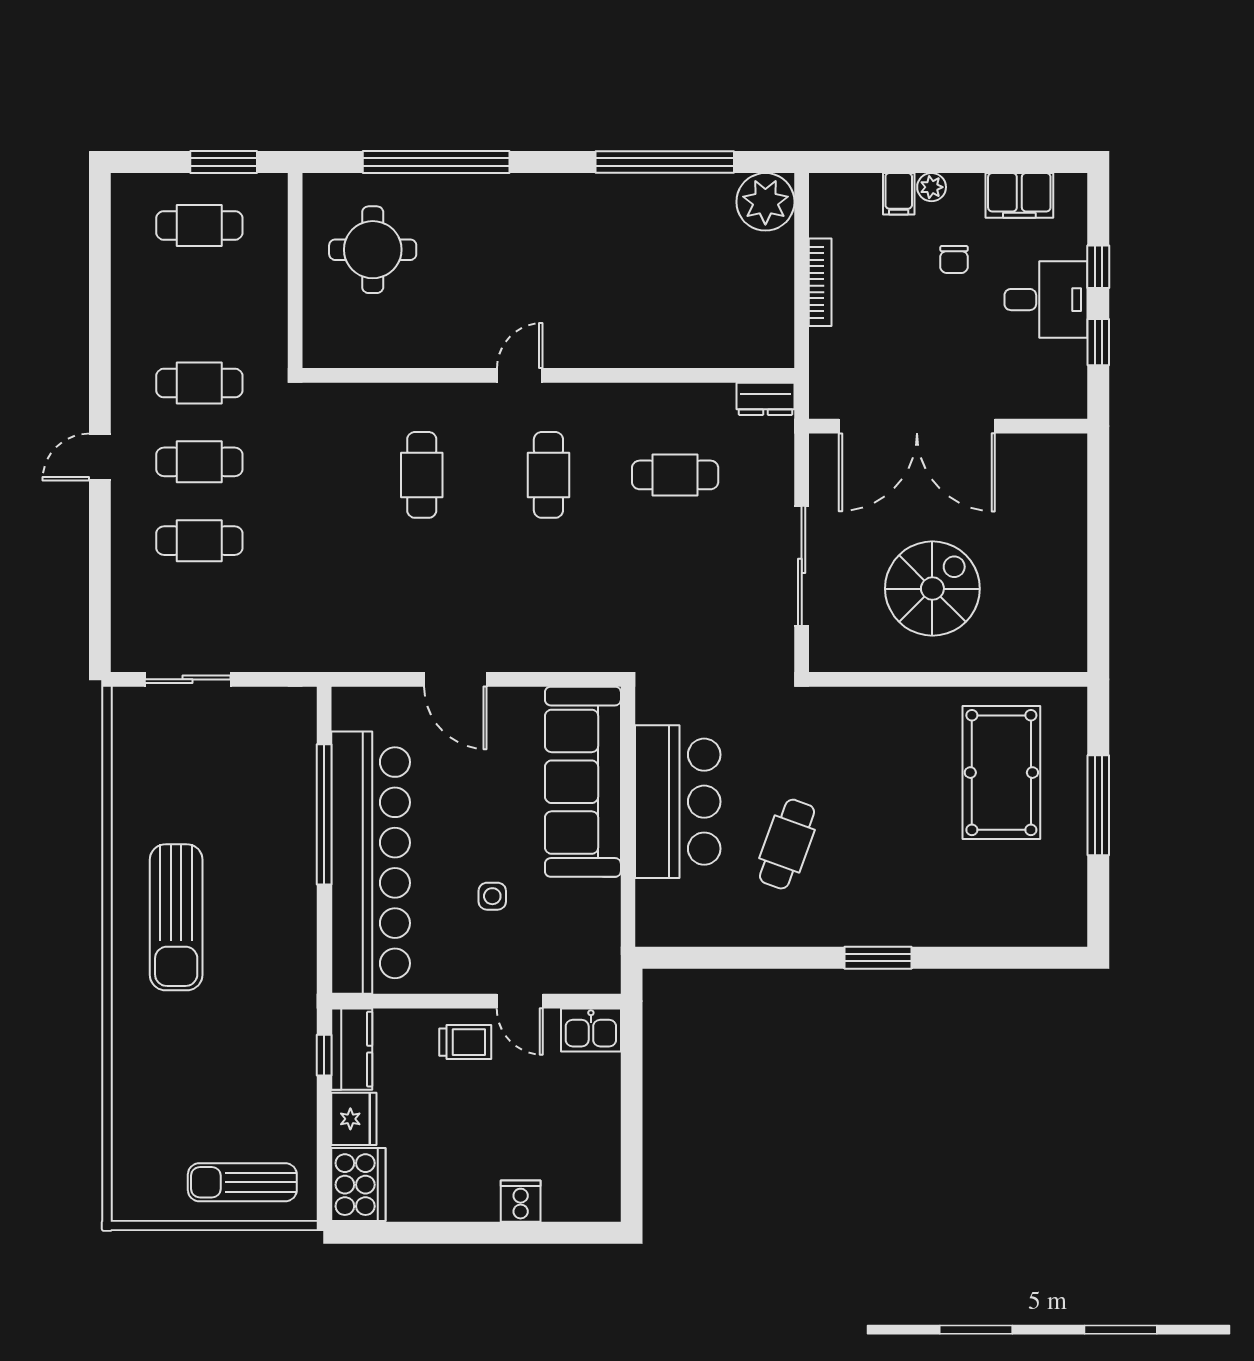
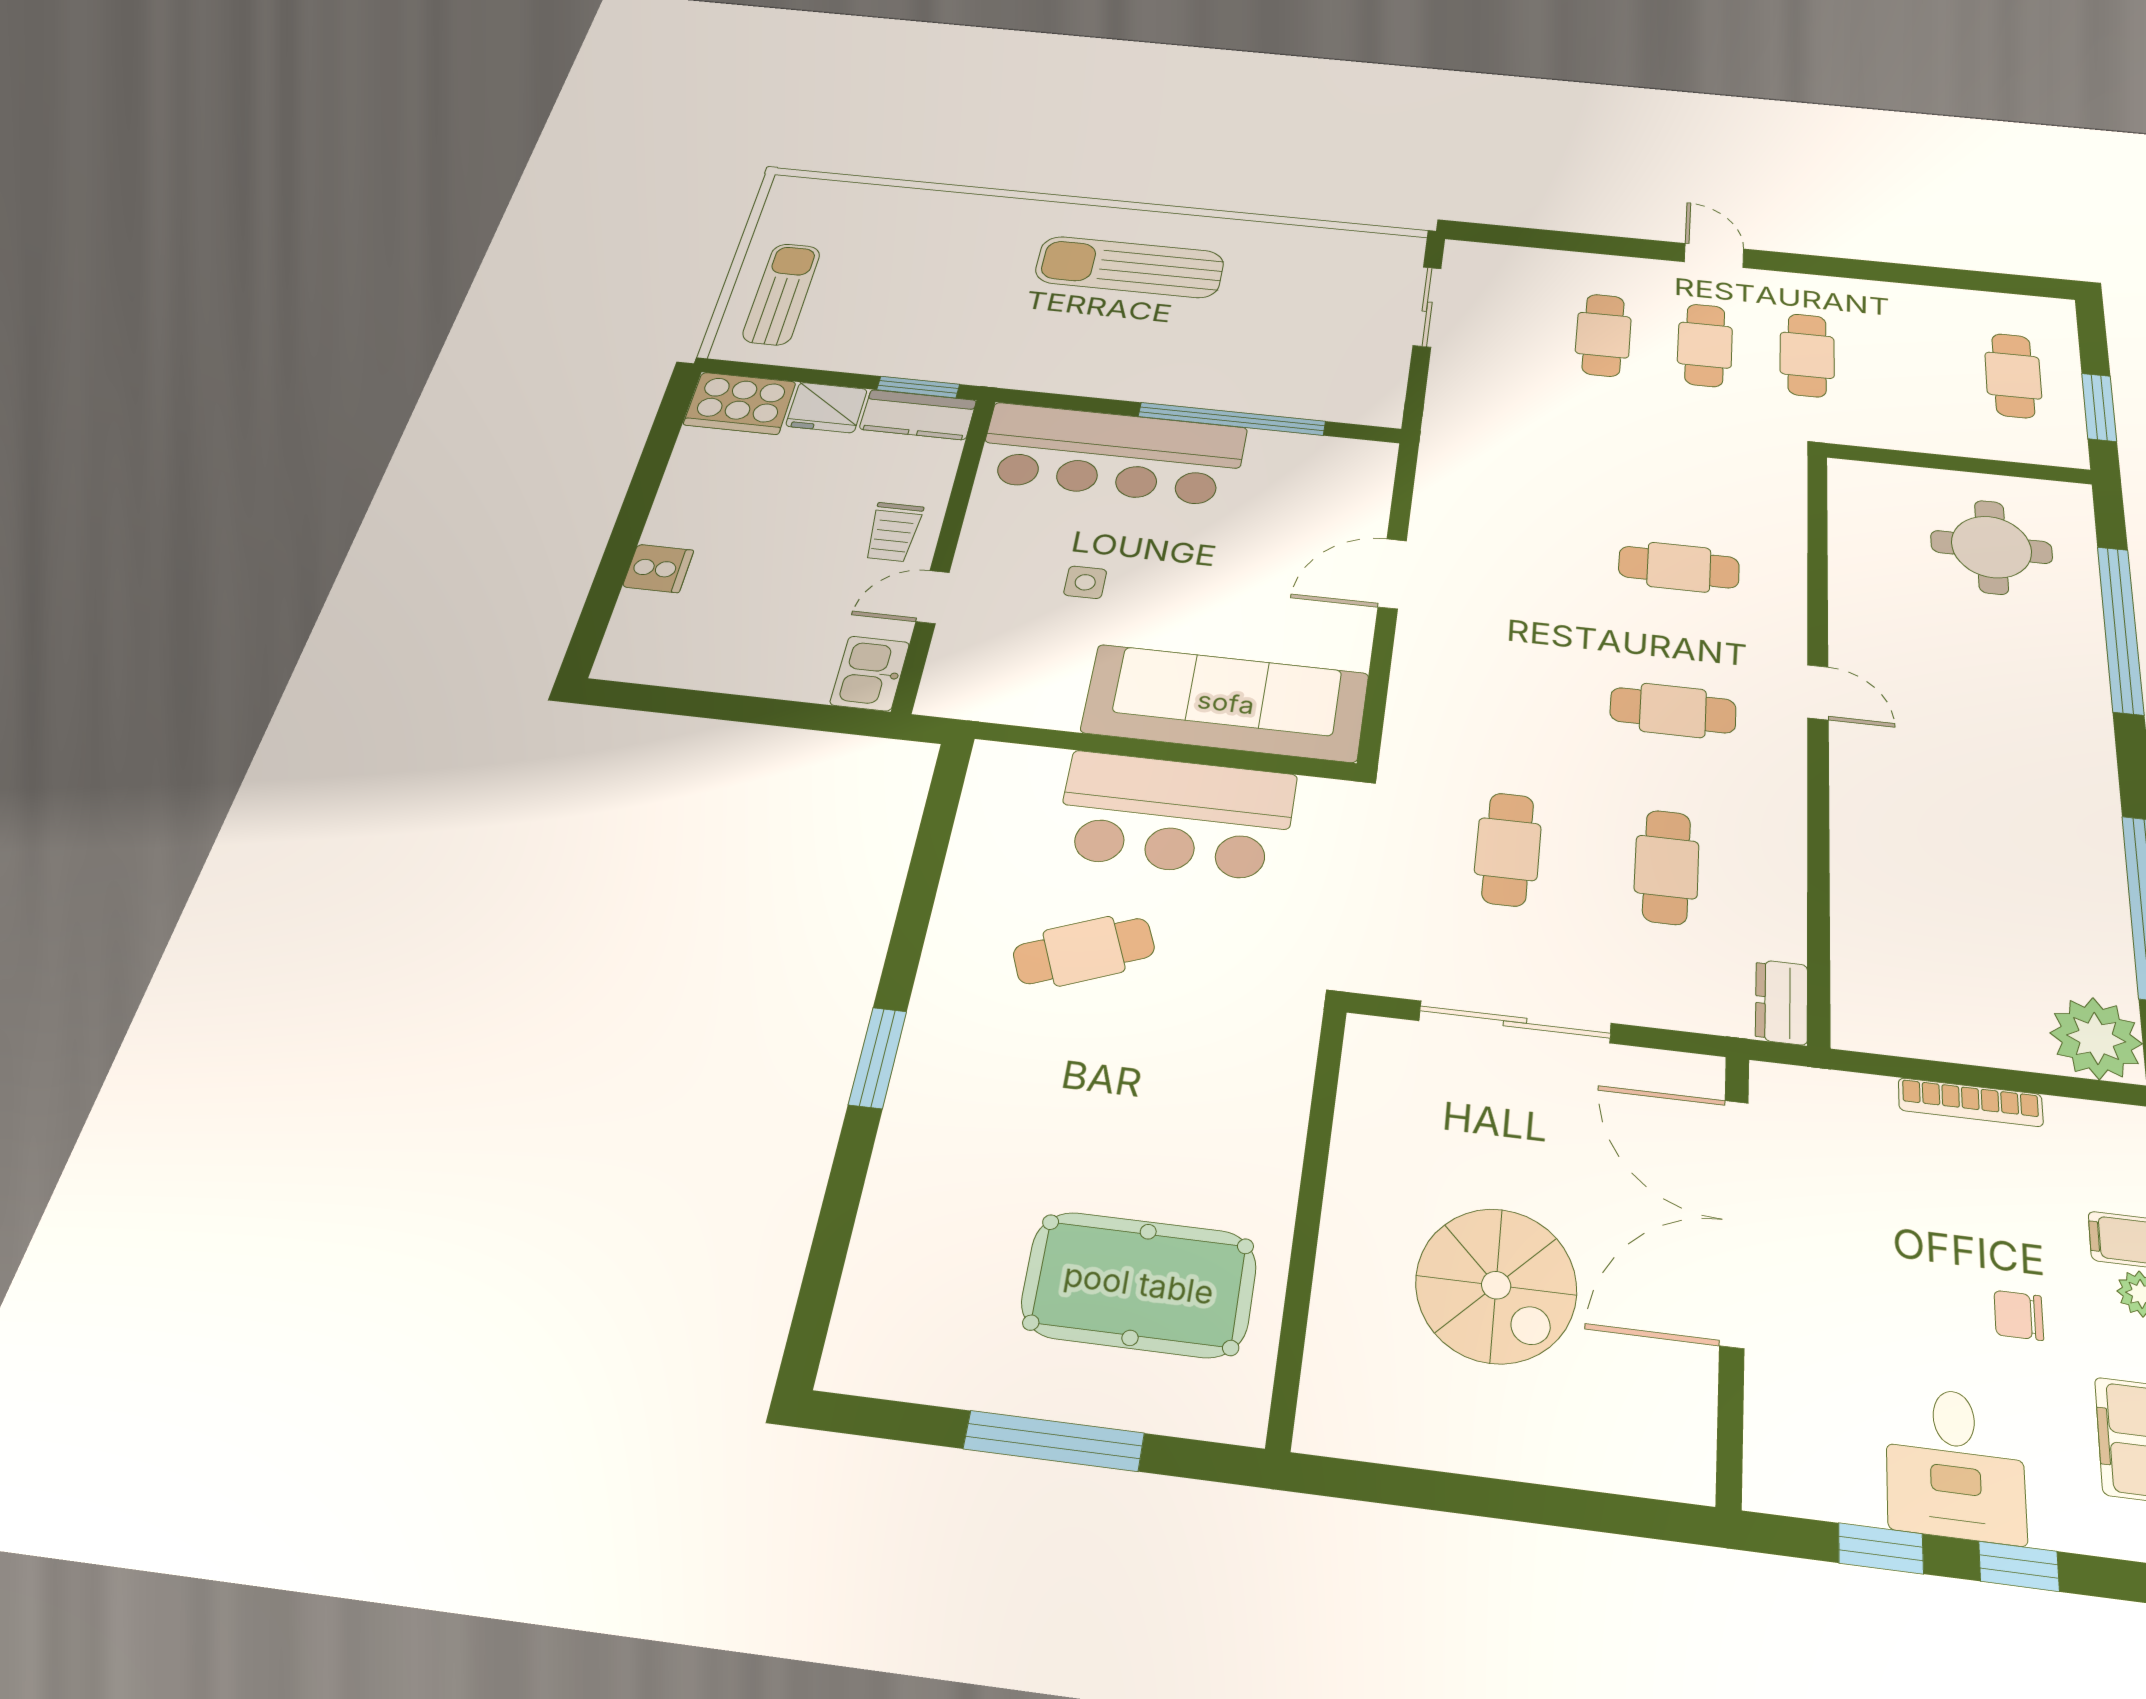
cafe table: (675, 580) -> (1508, 849), added
spiral stairs: (932, 589) -> (1496, 1285), moved
cafe table: (787, 844) -> (1084, 951), turned -42
bar counter: (371, 863) -> (1112, 454), width x0.73
window: (324, 1055) -> (918, 387), width x1.50

